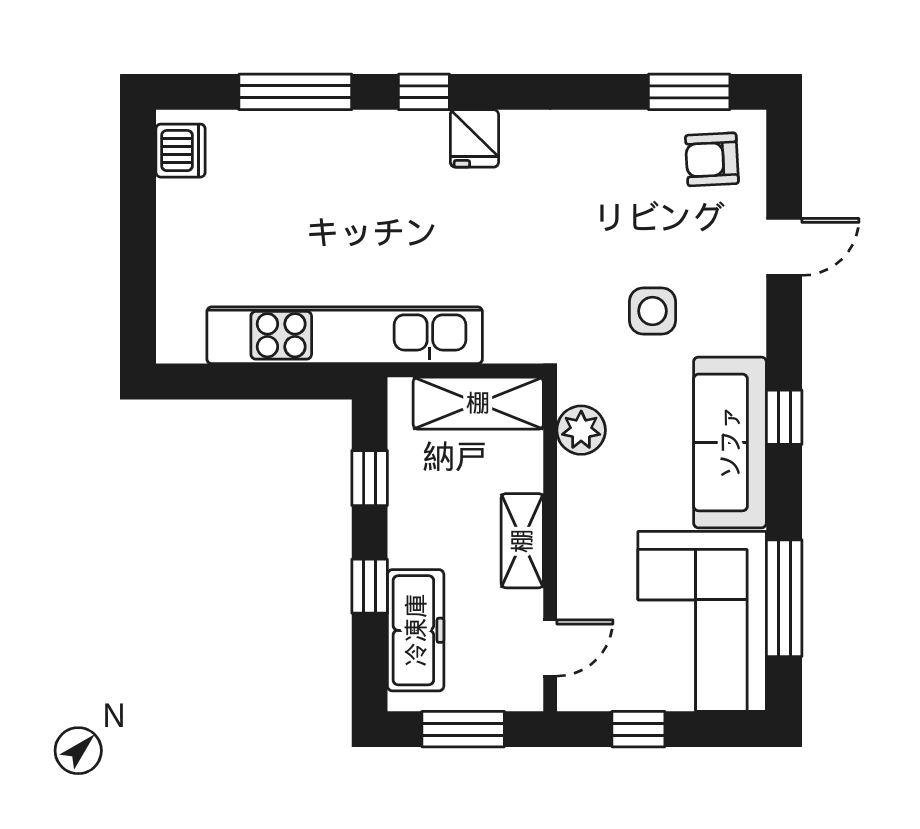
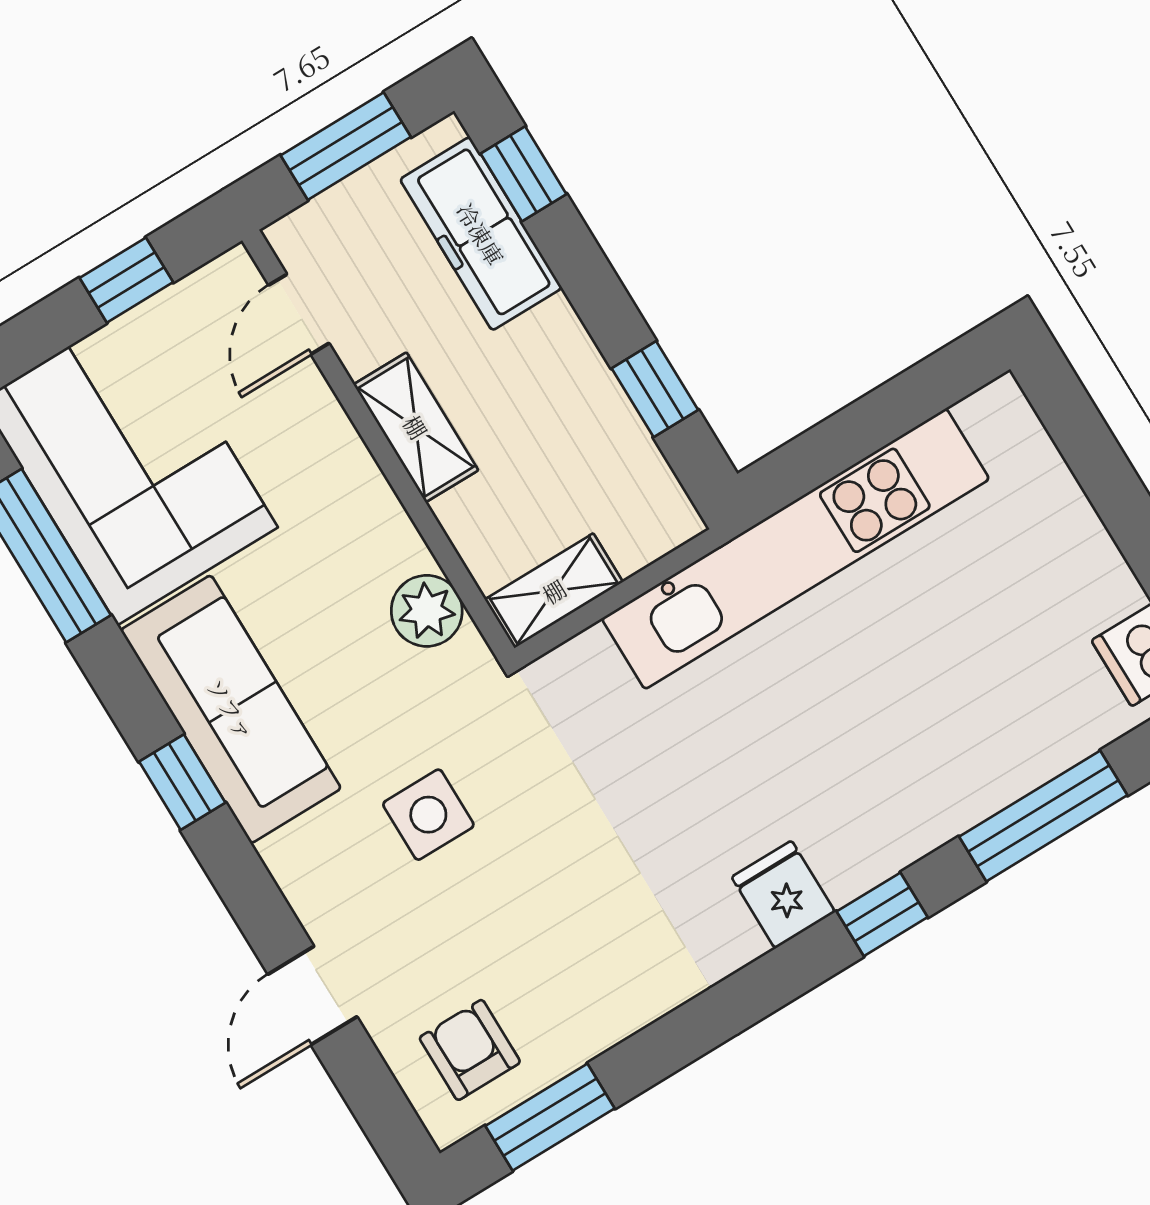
armchair: (712, 159) -> (470, 1050), turned -87
shelving: (478, 403) -> (554, 591), width x0.67, depth x0.75
window: (370, 586) -> (523, 174), moved

